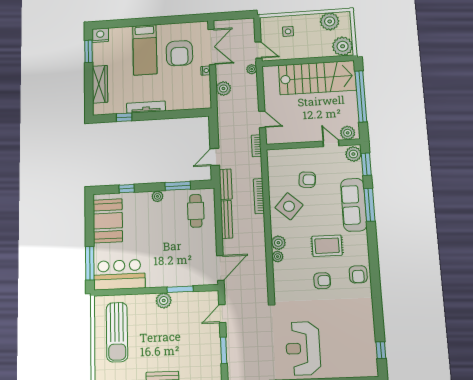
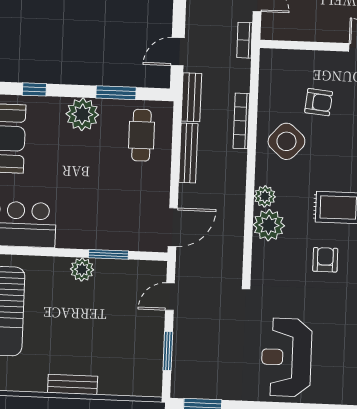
plant: (157, 196) -> (82, 114), width x1.87, depth x1.87
plant: (278, 257) -> (269, 225), width x1.88, depth x1.88
armchair: (322, 281) -> (325, 260), turned -90

